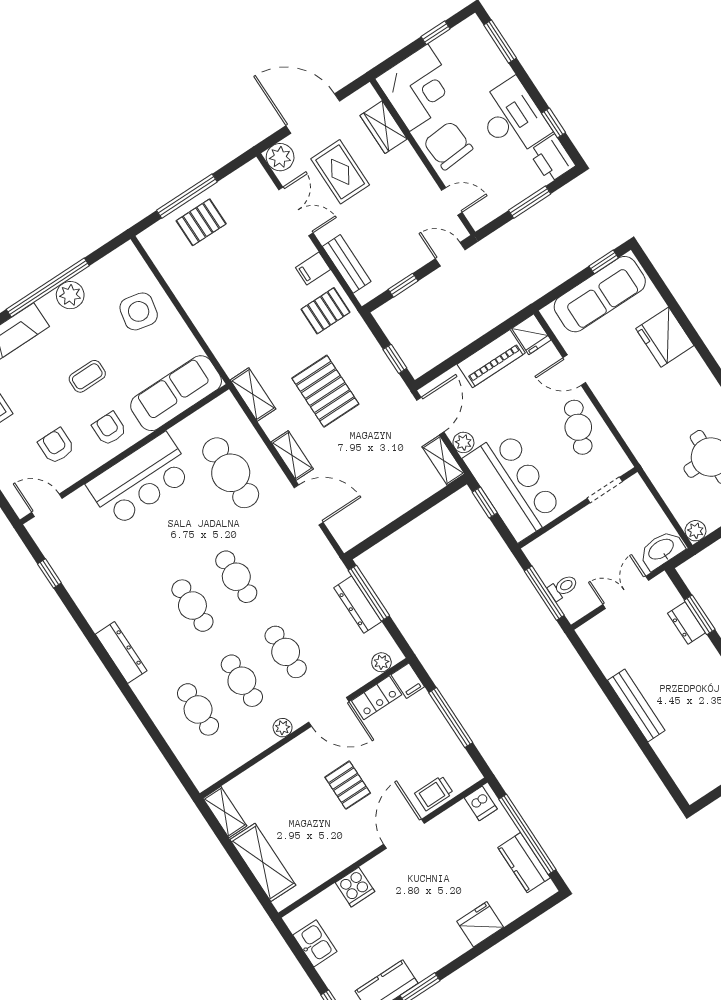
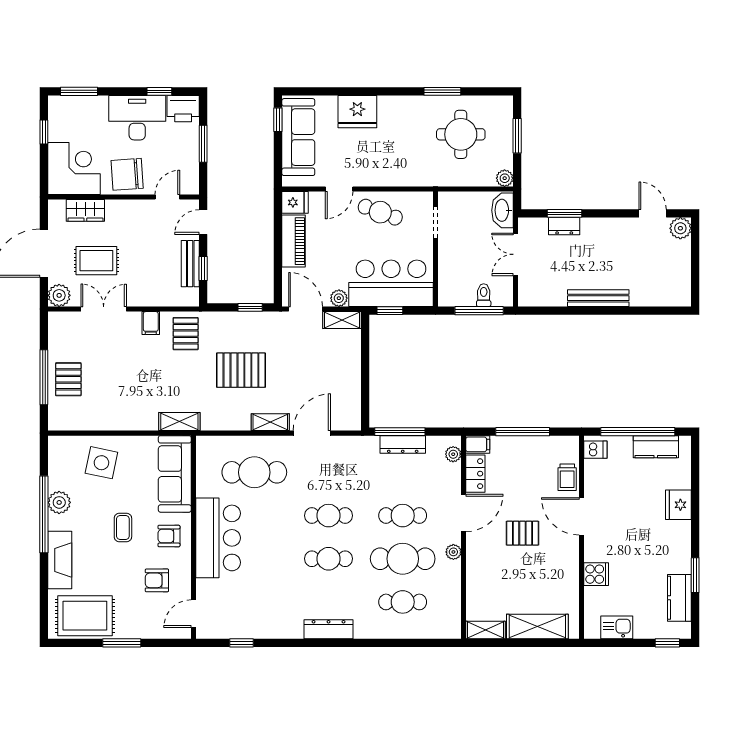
bench: (347, 264) -> (190, 264), moved, turned 90
shelving: (253, 394) -> (179, 422), moved
cafe table: (242, 681) -> (403, 559), width x1.37, depth x1.35

